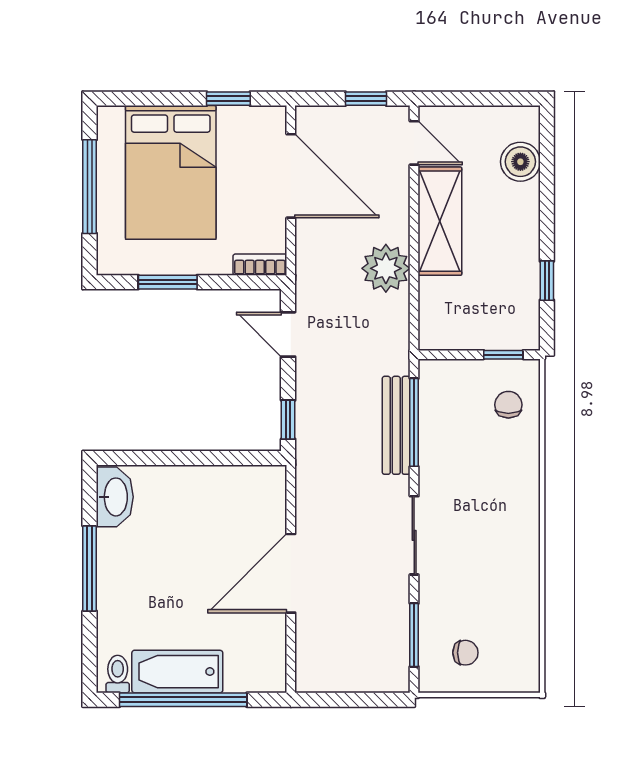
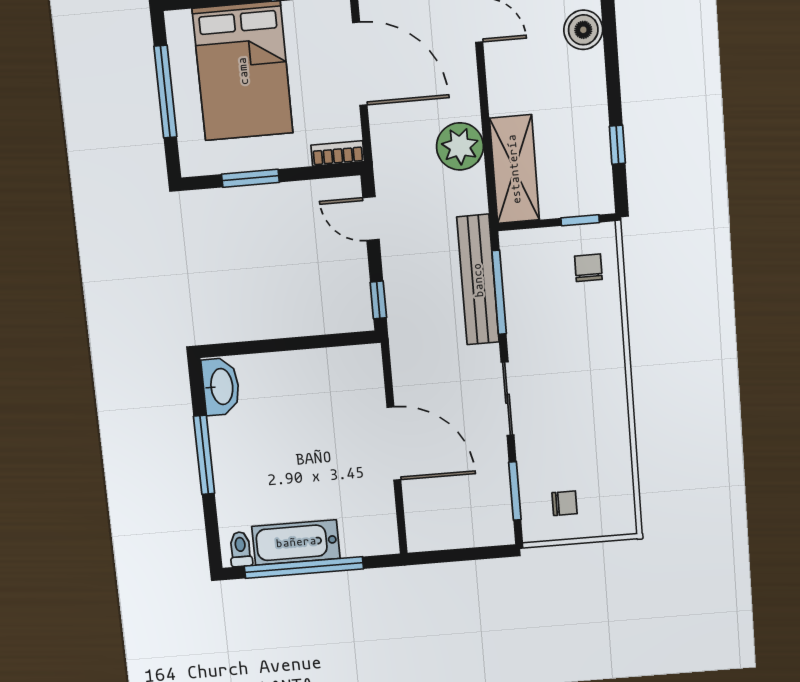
shelving: (440, 221) -> (514, 169), moved
bench: (396, 425) -> (478, 280), width x1.37, depth x1.21
door: (291, 573) -> (394, 444), swing flipped

